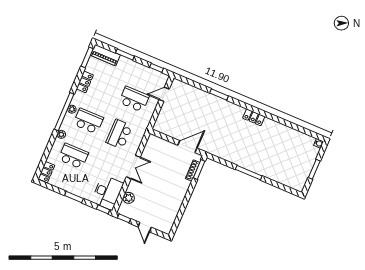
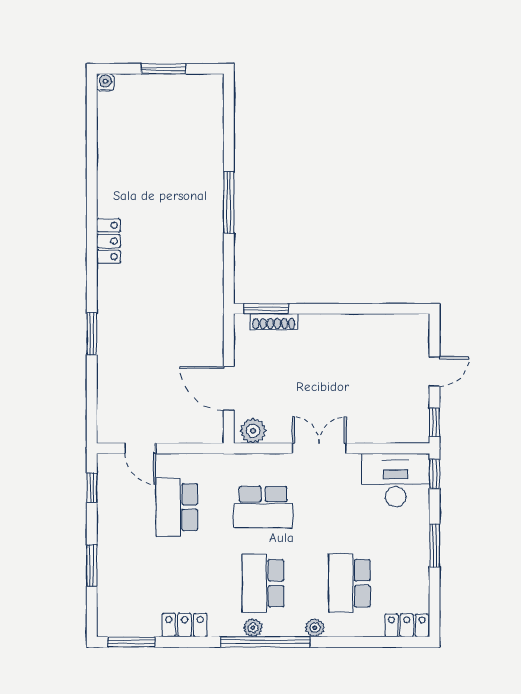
piano: (105, 55) -> (110, 606), removed
door: (187, 147) -> (229, 388), moved
plant: (129, 198) -> (253, 431), moved

